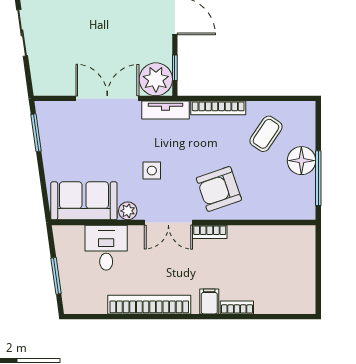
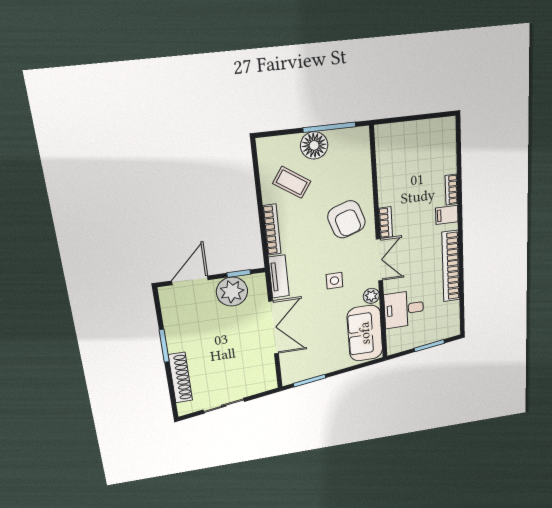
plant: (156, 79) -> (232, 292), moved
double door: (107, 98) -> (274, 328), swing flipped

